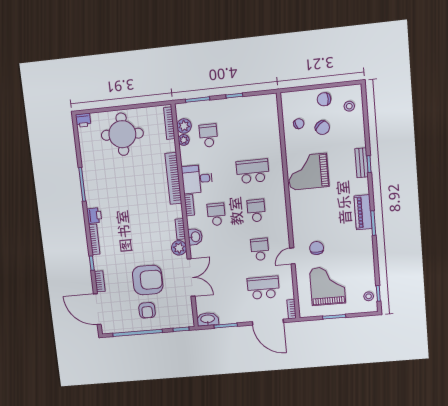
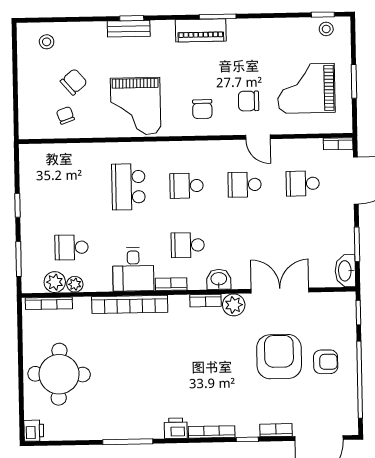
chair: (324, 99) -> (202, 109), moved
school desk: (263, 288) -> (303, 183), width x0.54

